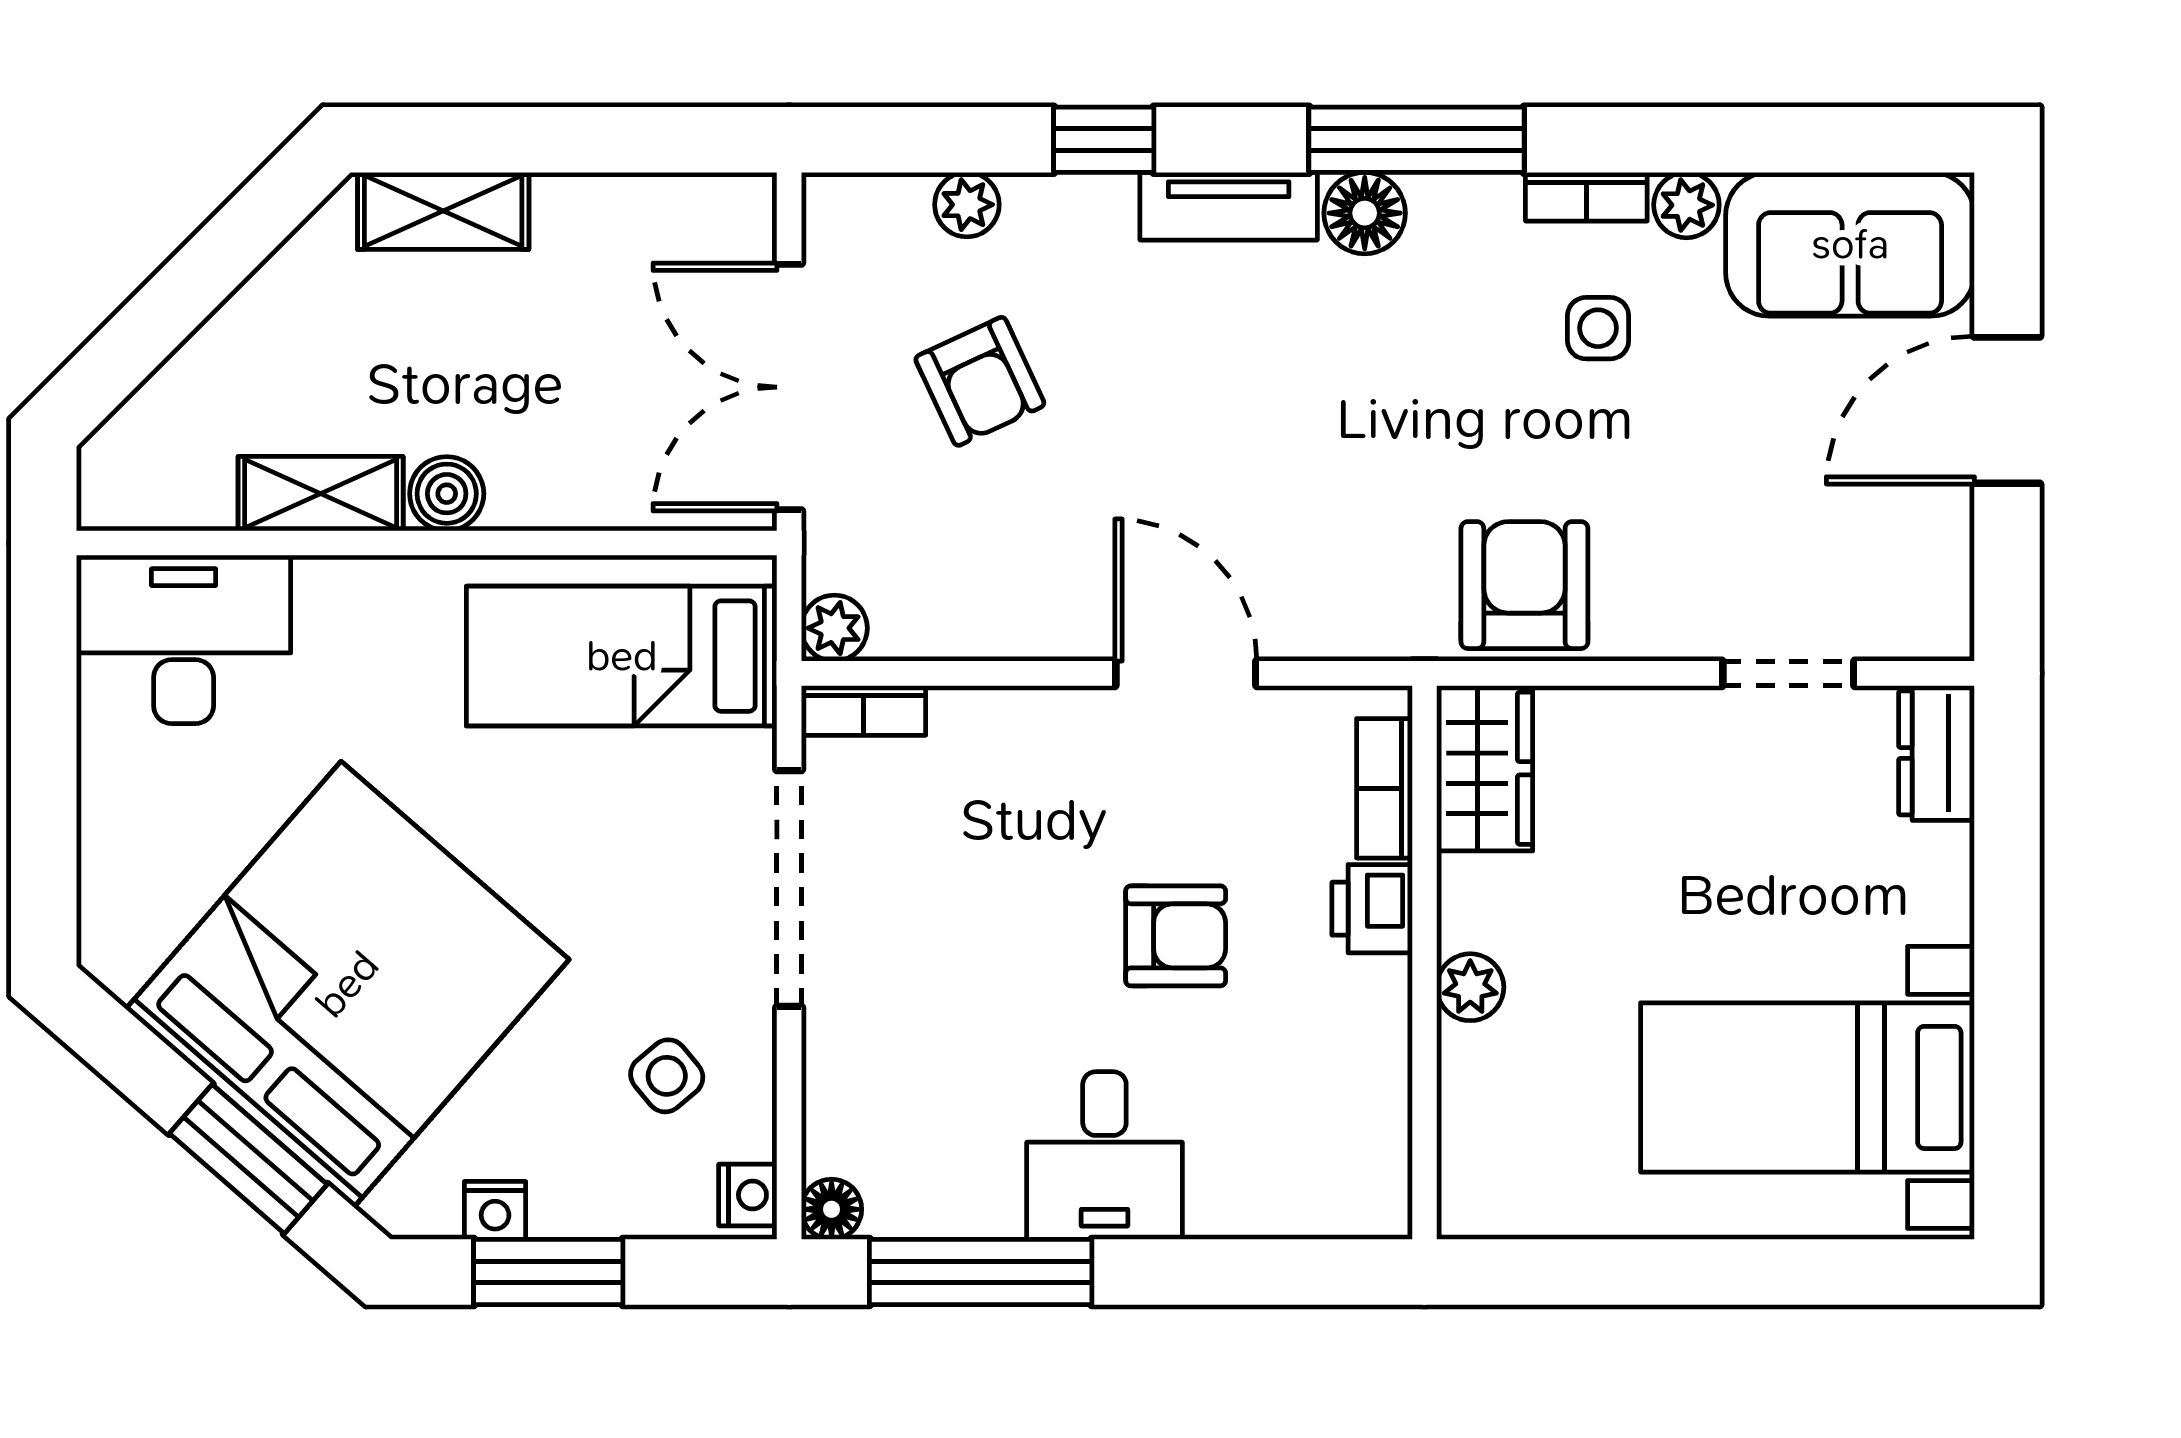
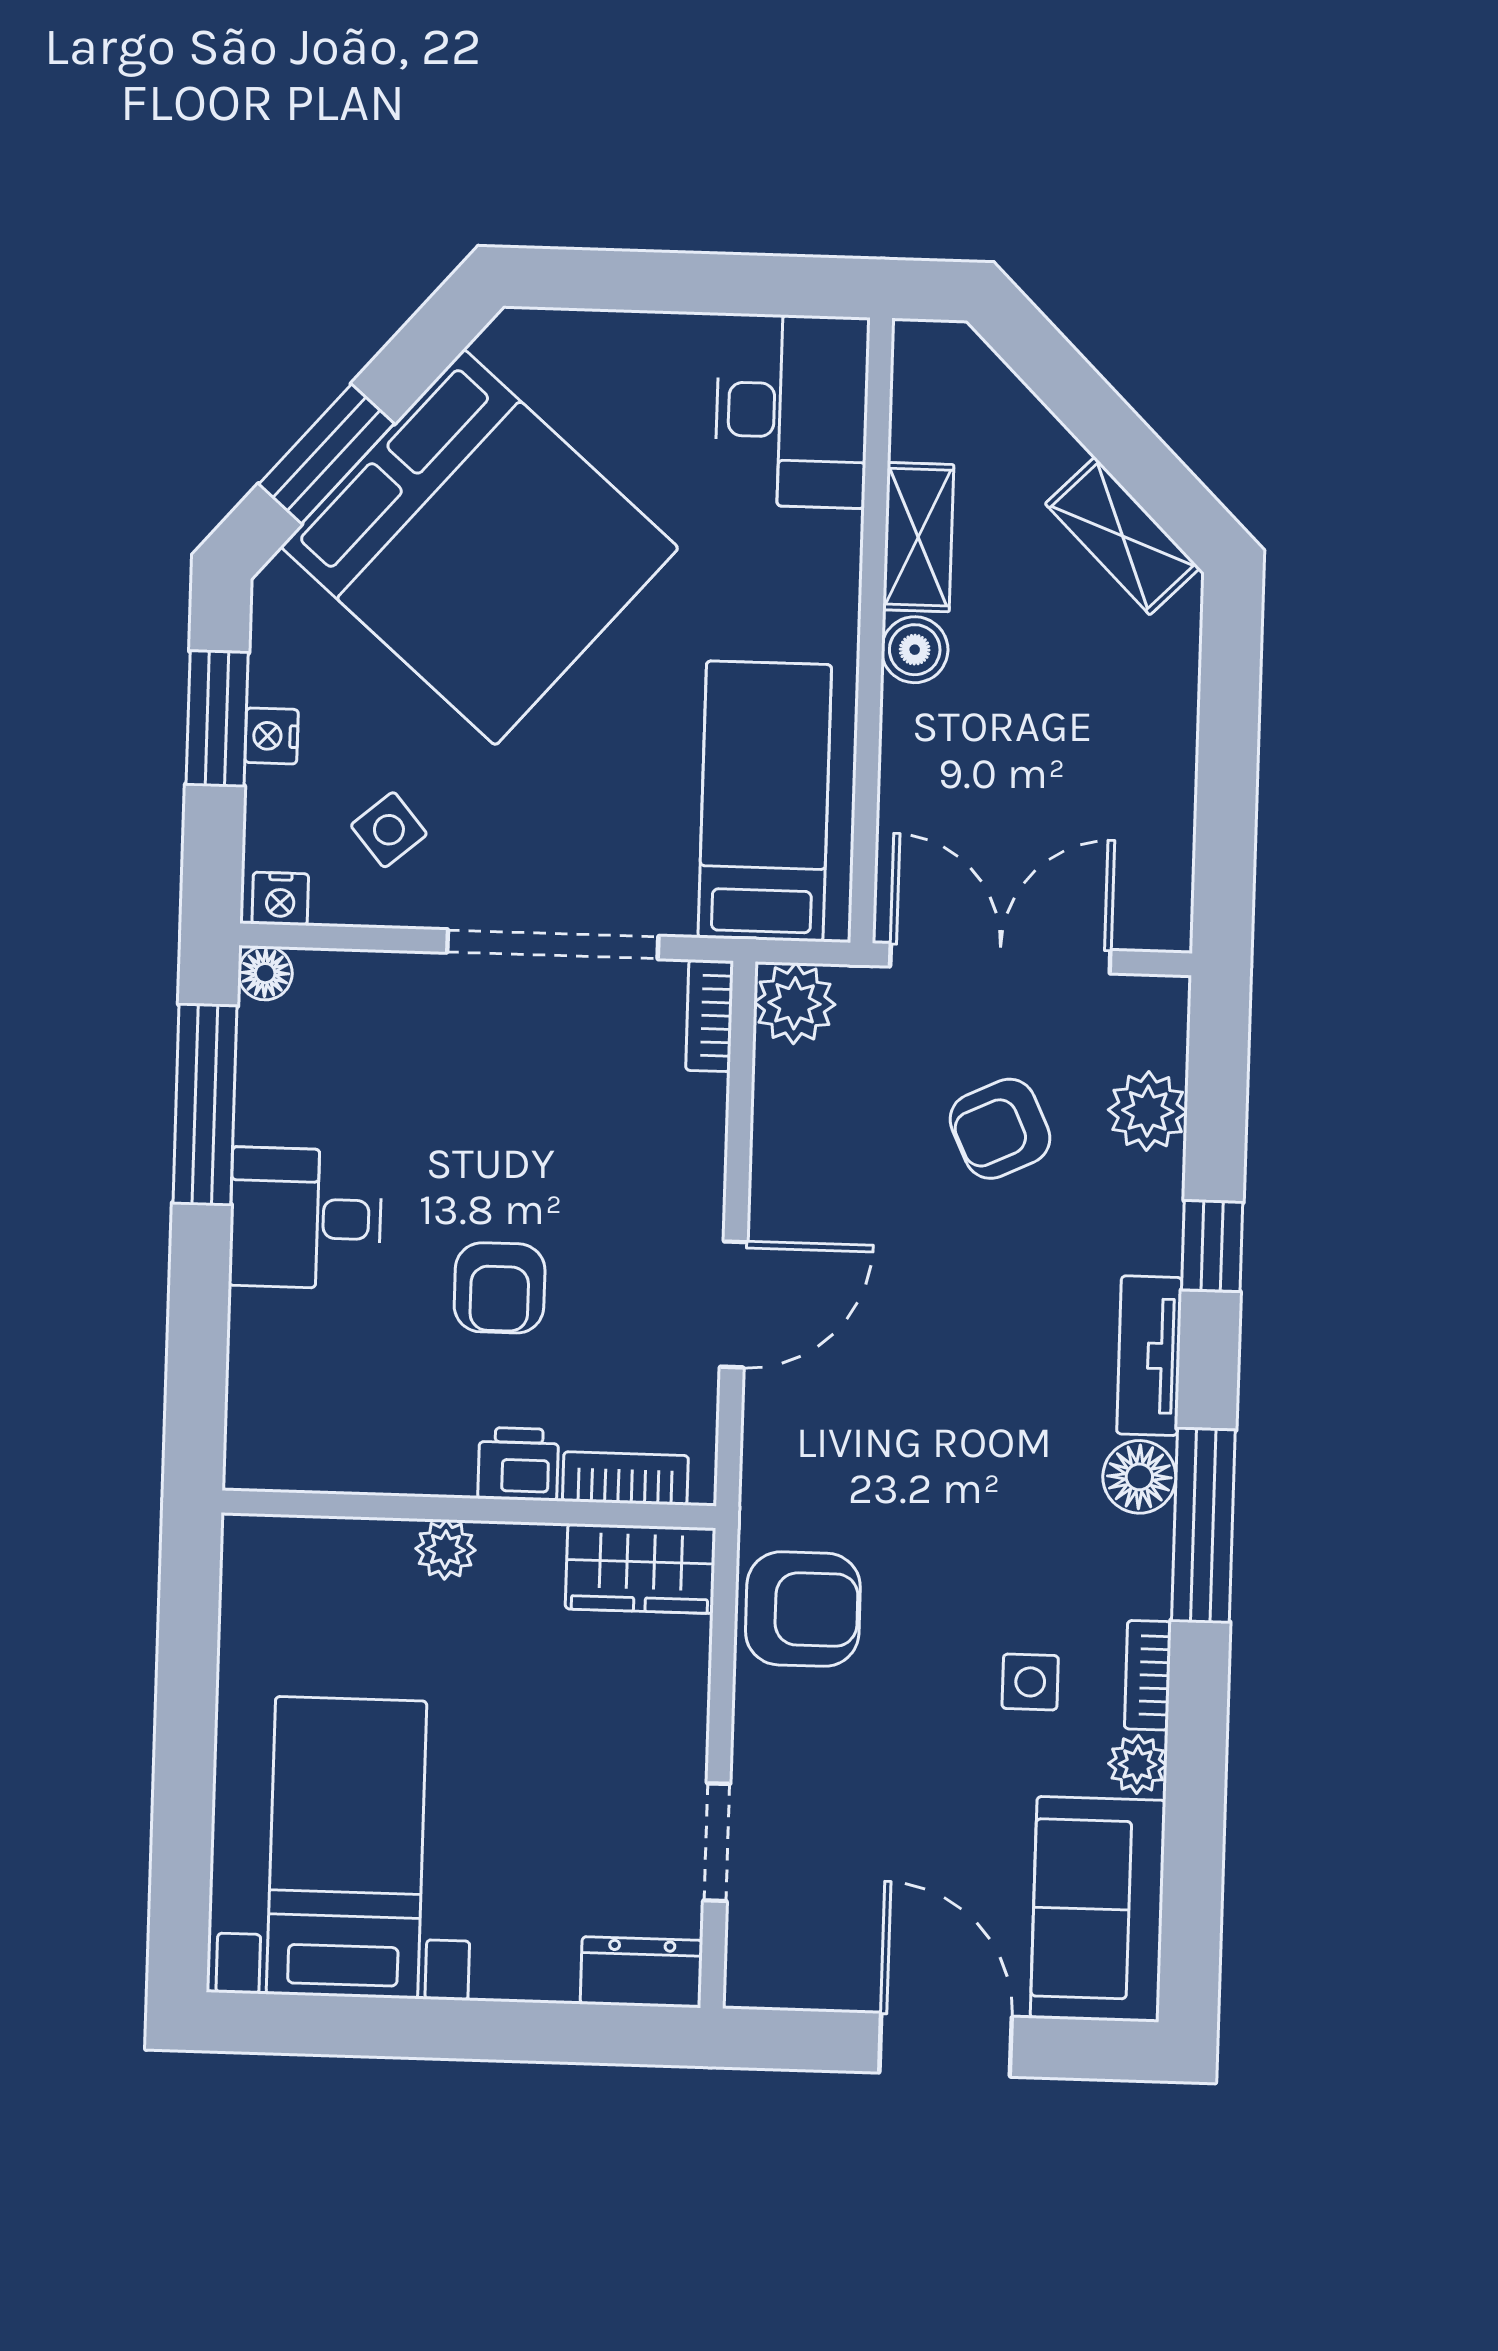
plant: (967, 205) -> (1148, 1111), width x1.38, depth x1.38
shelving: (443, 211) -> (1122, 536), moved, turned -45
plant: (834, 628) -> (795, 1003), width x1.38, depth x1.38
nightstand: (495, 1210) -> (272, 736), moved

